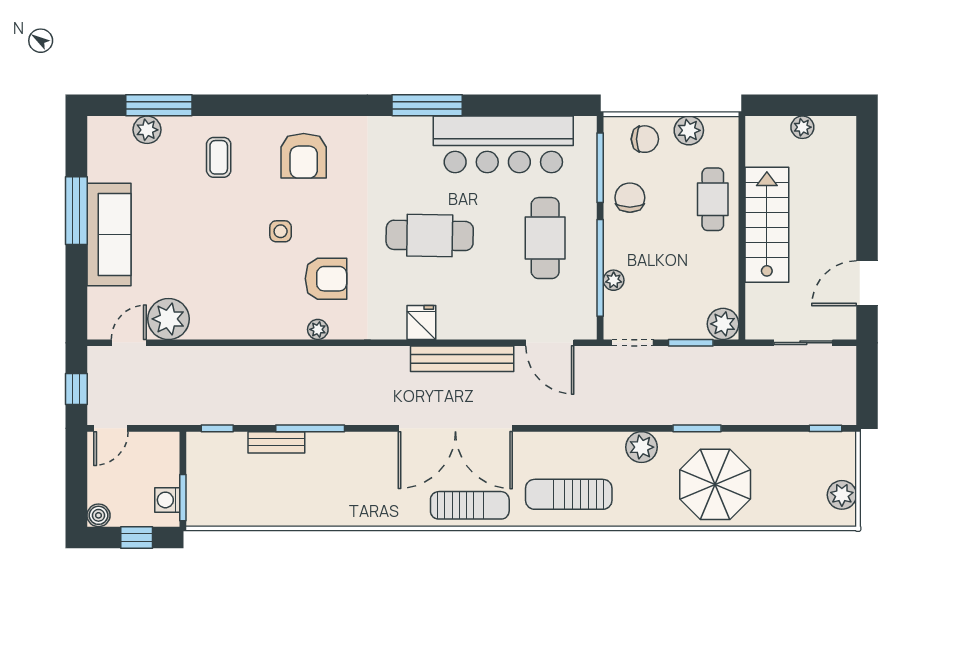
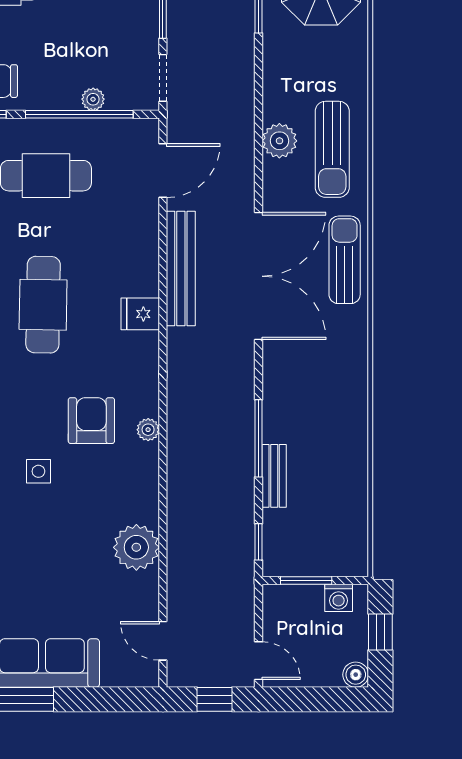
plant: (168, 319) -> (136, 547), moved
plant: (642, 447) -> (279, 141), moved
window: (183, 498) -> (306, 580), moved

